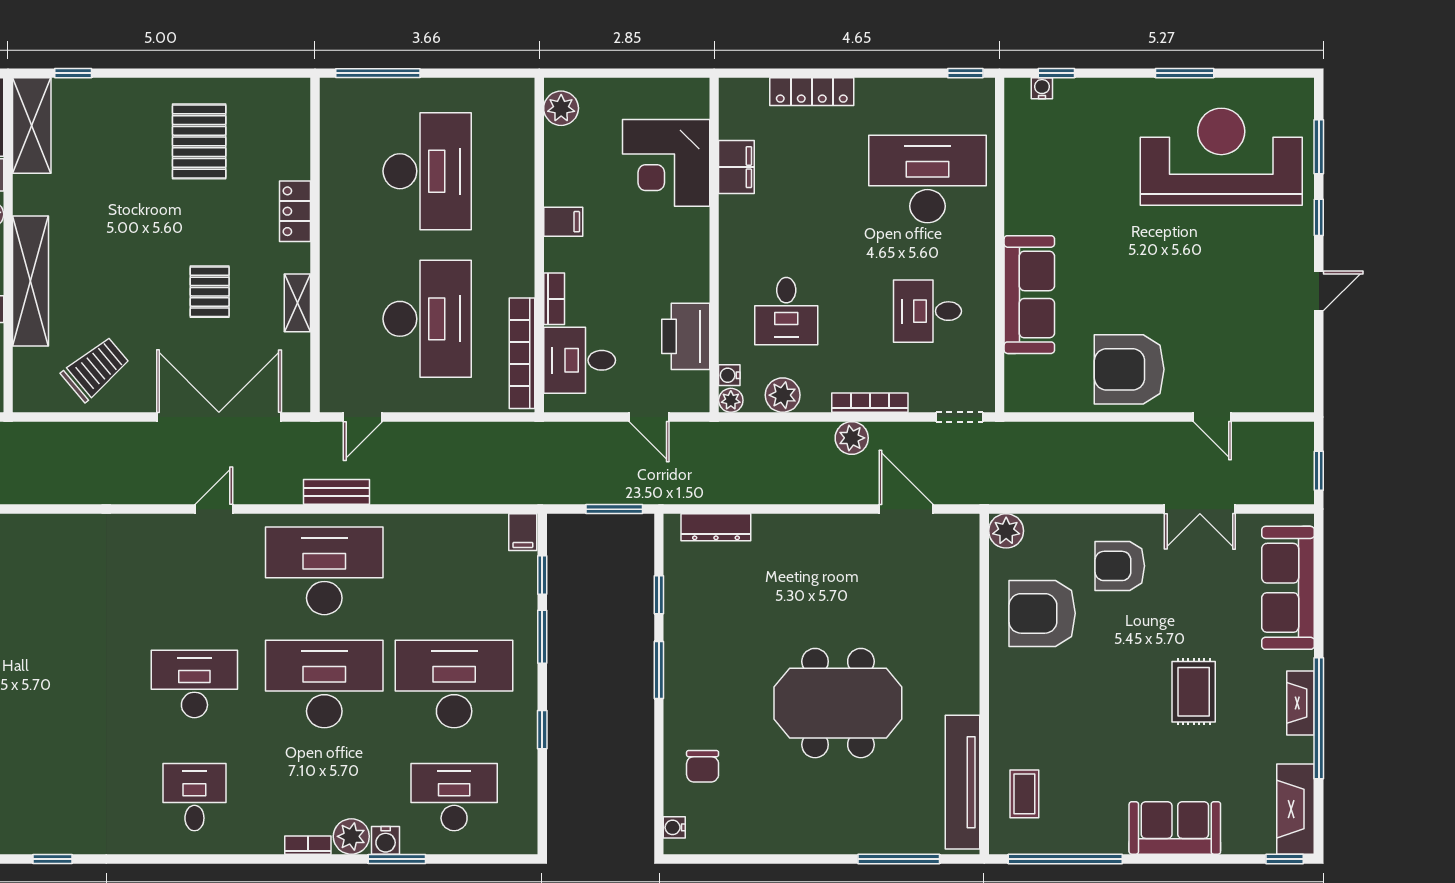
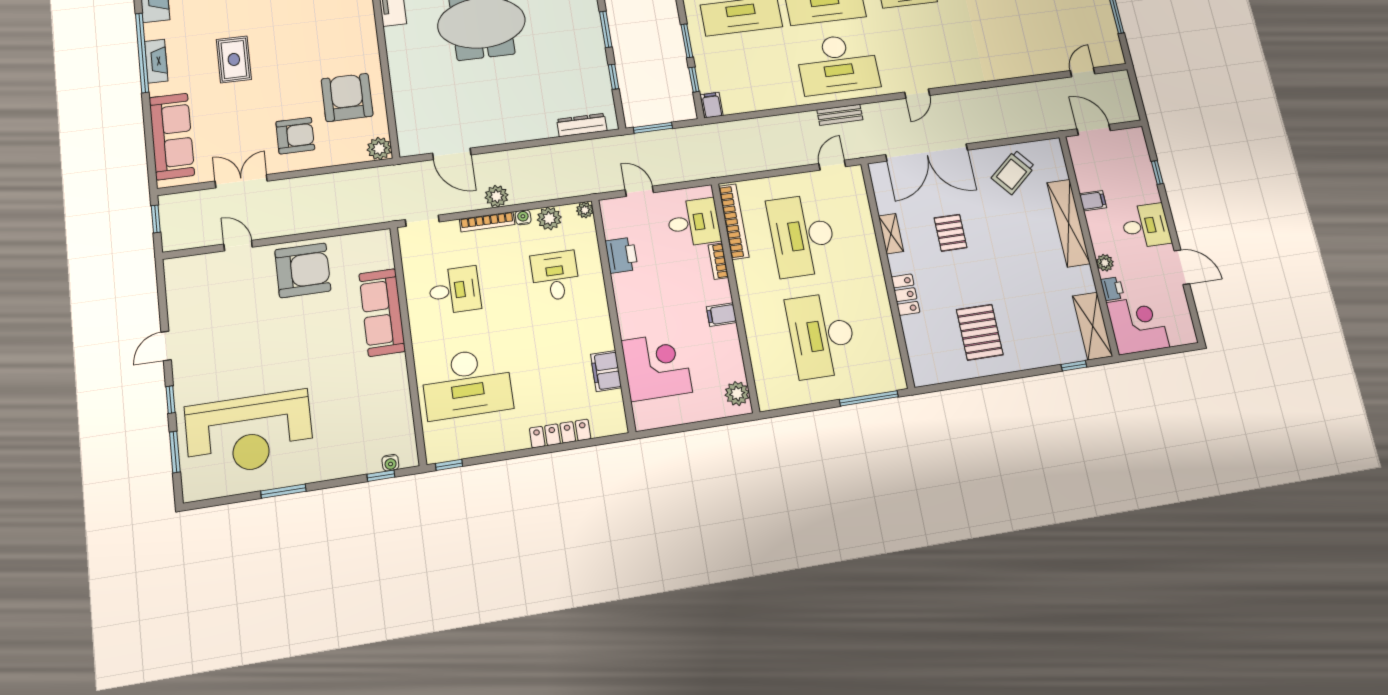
printer: (686, 336) -> (621, 255), width x0.73, depth x0.84
water cooler: (729, 375) -> (523, 217), moved, turned -90
armchair: (1042, 613) -> (347, 97), turned -90

